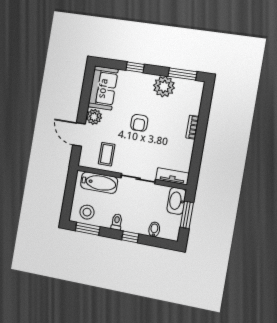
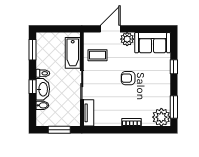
plant: (164, 87) -> (161, 117), moved
washbasin: (176, 201) -> (43, 89), moved, turned 90
stool: (87, 212) -> (46, 47), removed

